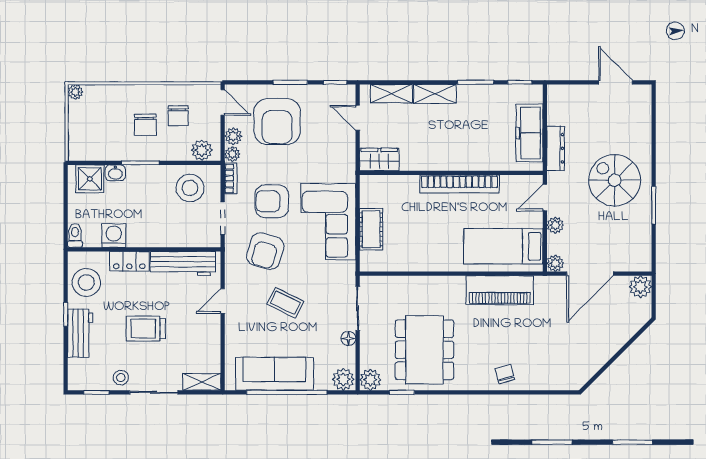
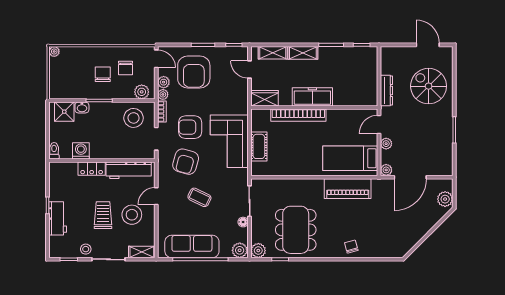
chair: (145, 125) -> (103, 74), turned 180
freezer: (529, 133) -> (312, 97), moved, turned 90
spiral stairs: (615, 180) -> (429, 86), moved
bookcase: (459, 184) -> (298, 115), moved
stool: (86, 282) -> (132, 215), moved
plant: (640, 287) -> (445, 199), moved
trolley: (146, 329) -> (103, 215), turned 90

